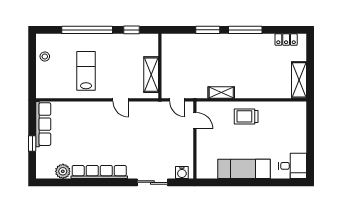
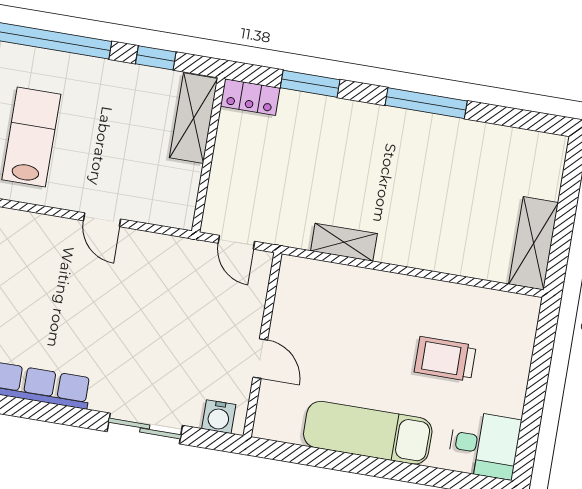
window: (208, 30) -> (310, 84), moved
locker: (286, 40) -> (250, 97), moved
shelving: (151, 75) -> (194, 118), moved
trolley: (246, 116) -> (445, 359), moved
door: (195, 121) -> (260, 359), moved

